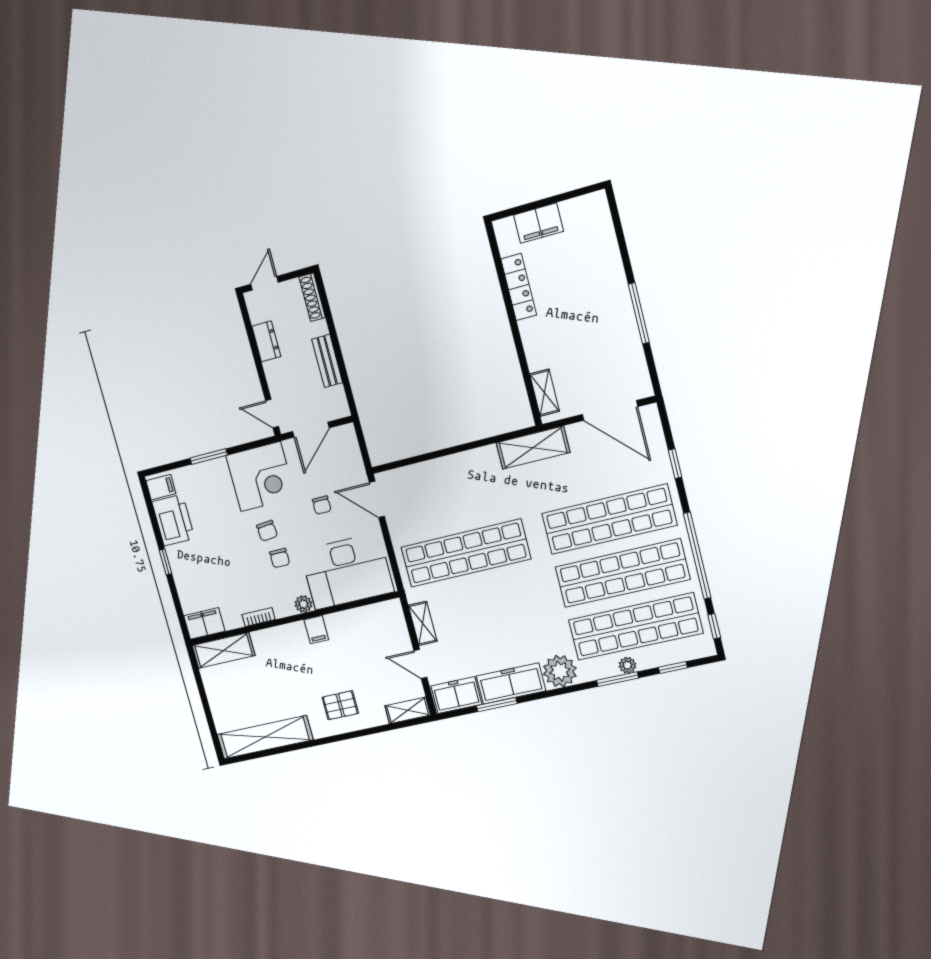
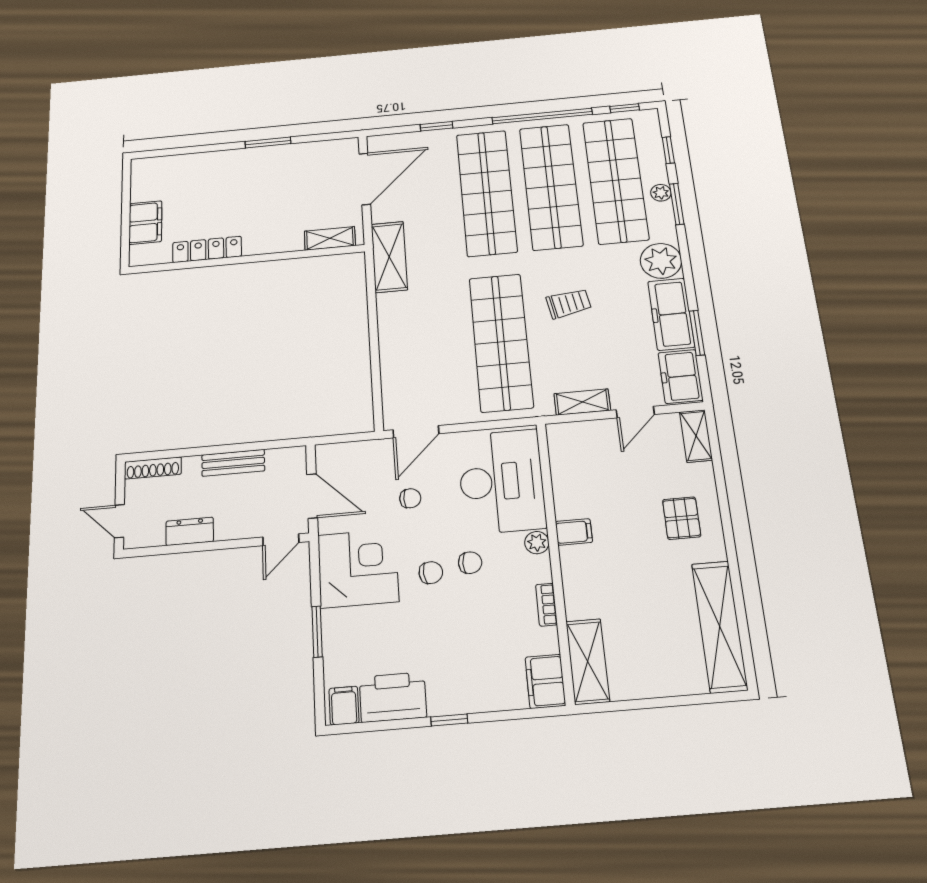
window: (639, 313) -> (268, 143), width x0.69
trolley: (509, 602) -> (569, 303), added

